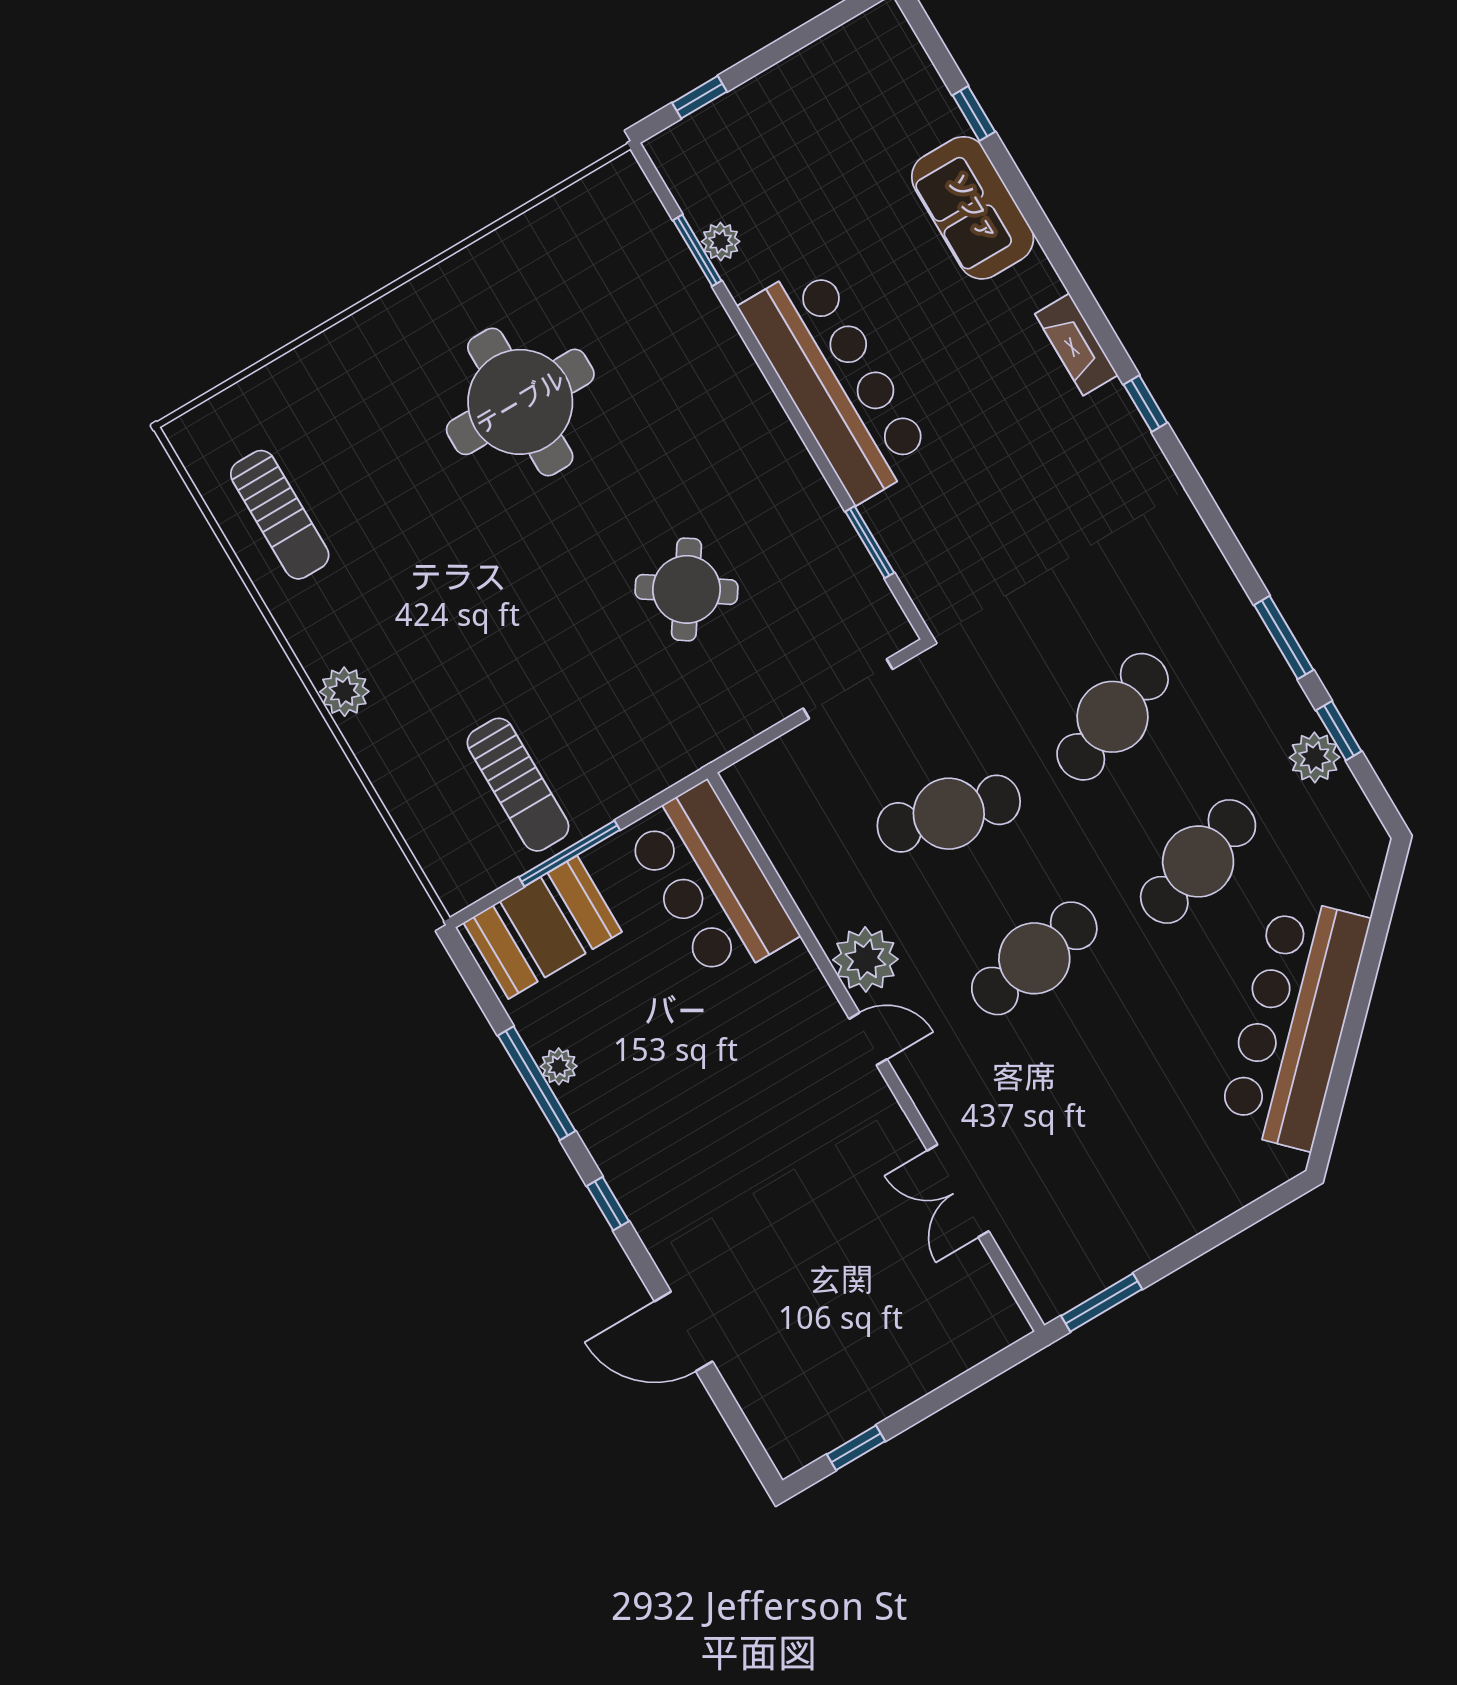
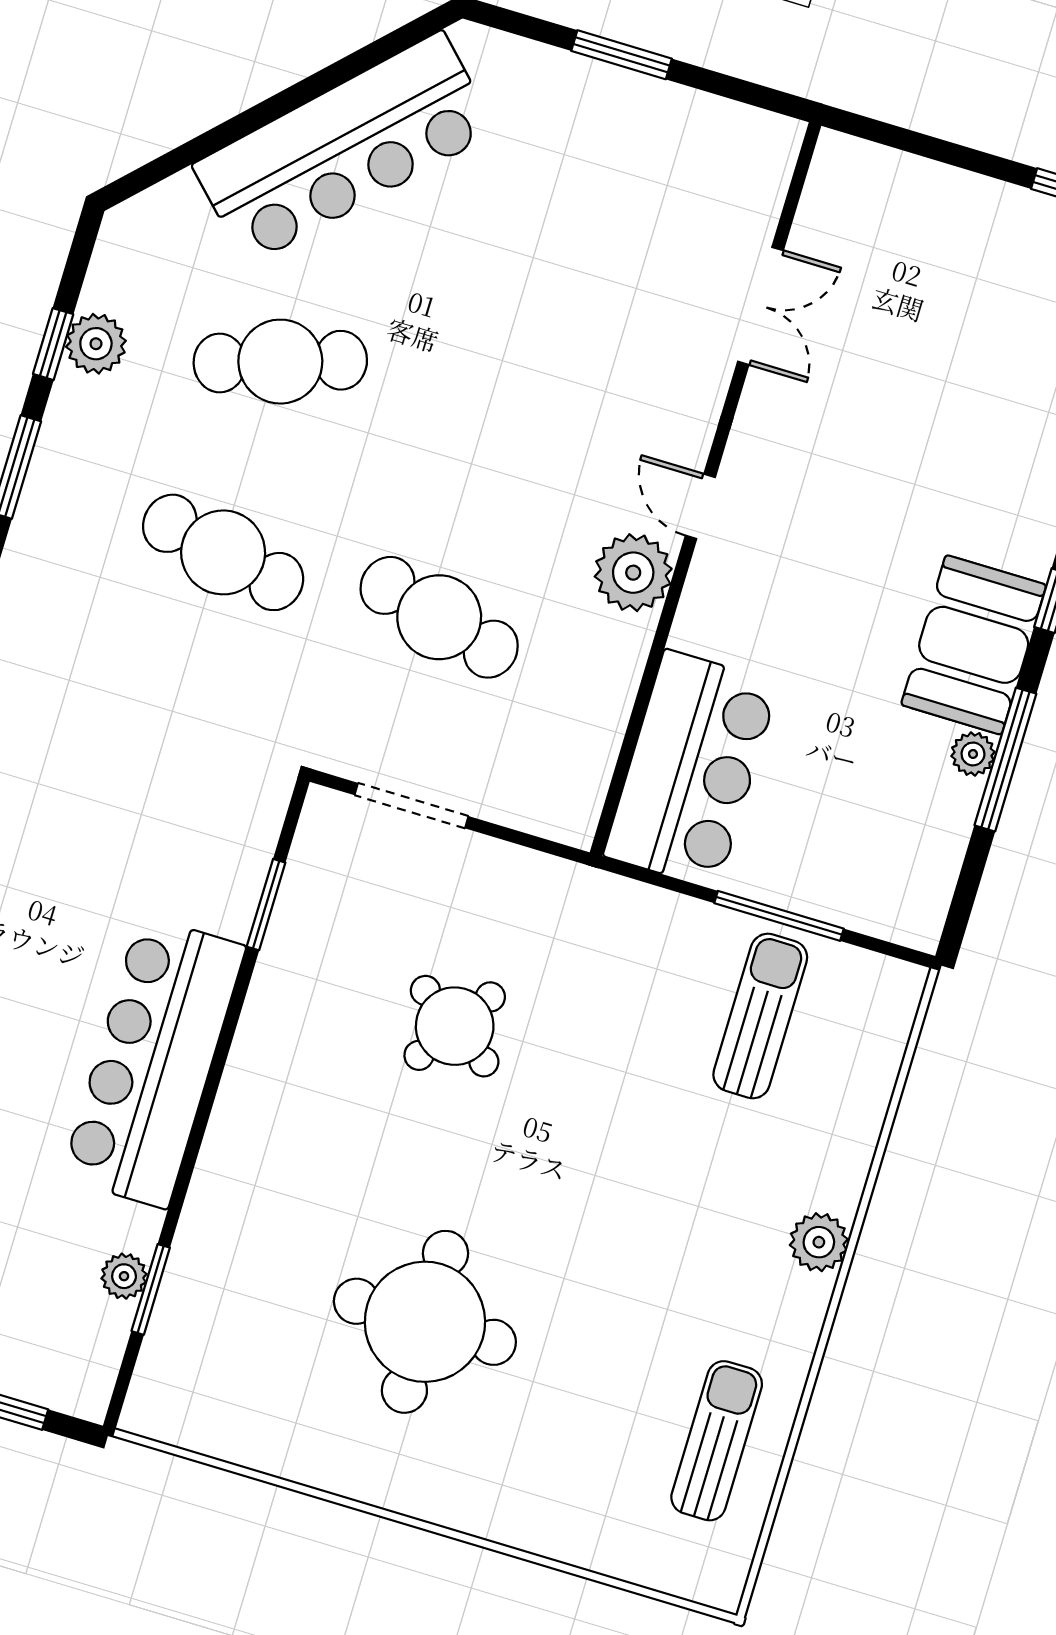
cafe table: (1113, 717) -> (223, 552), turned 33
booth: (543, 927) -> (974, 645), moved, turned 90
cafe table: (1034, 958) -> (496, 426), removed
window: (1102, 1303) -> (622, 55), moved

